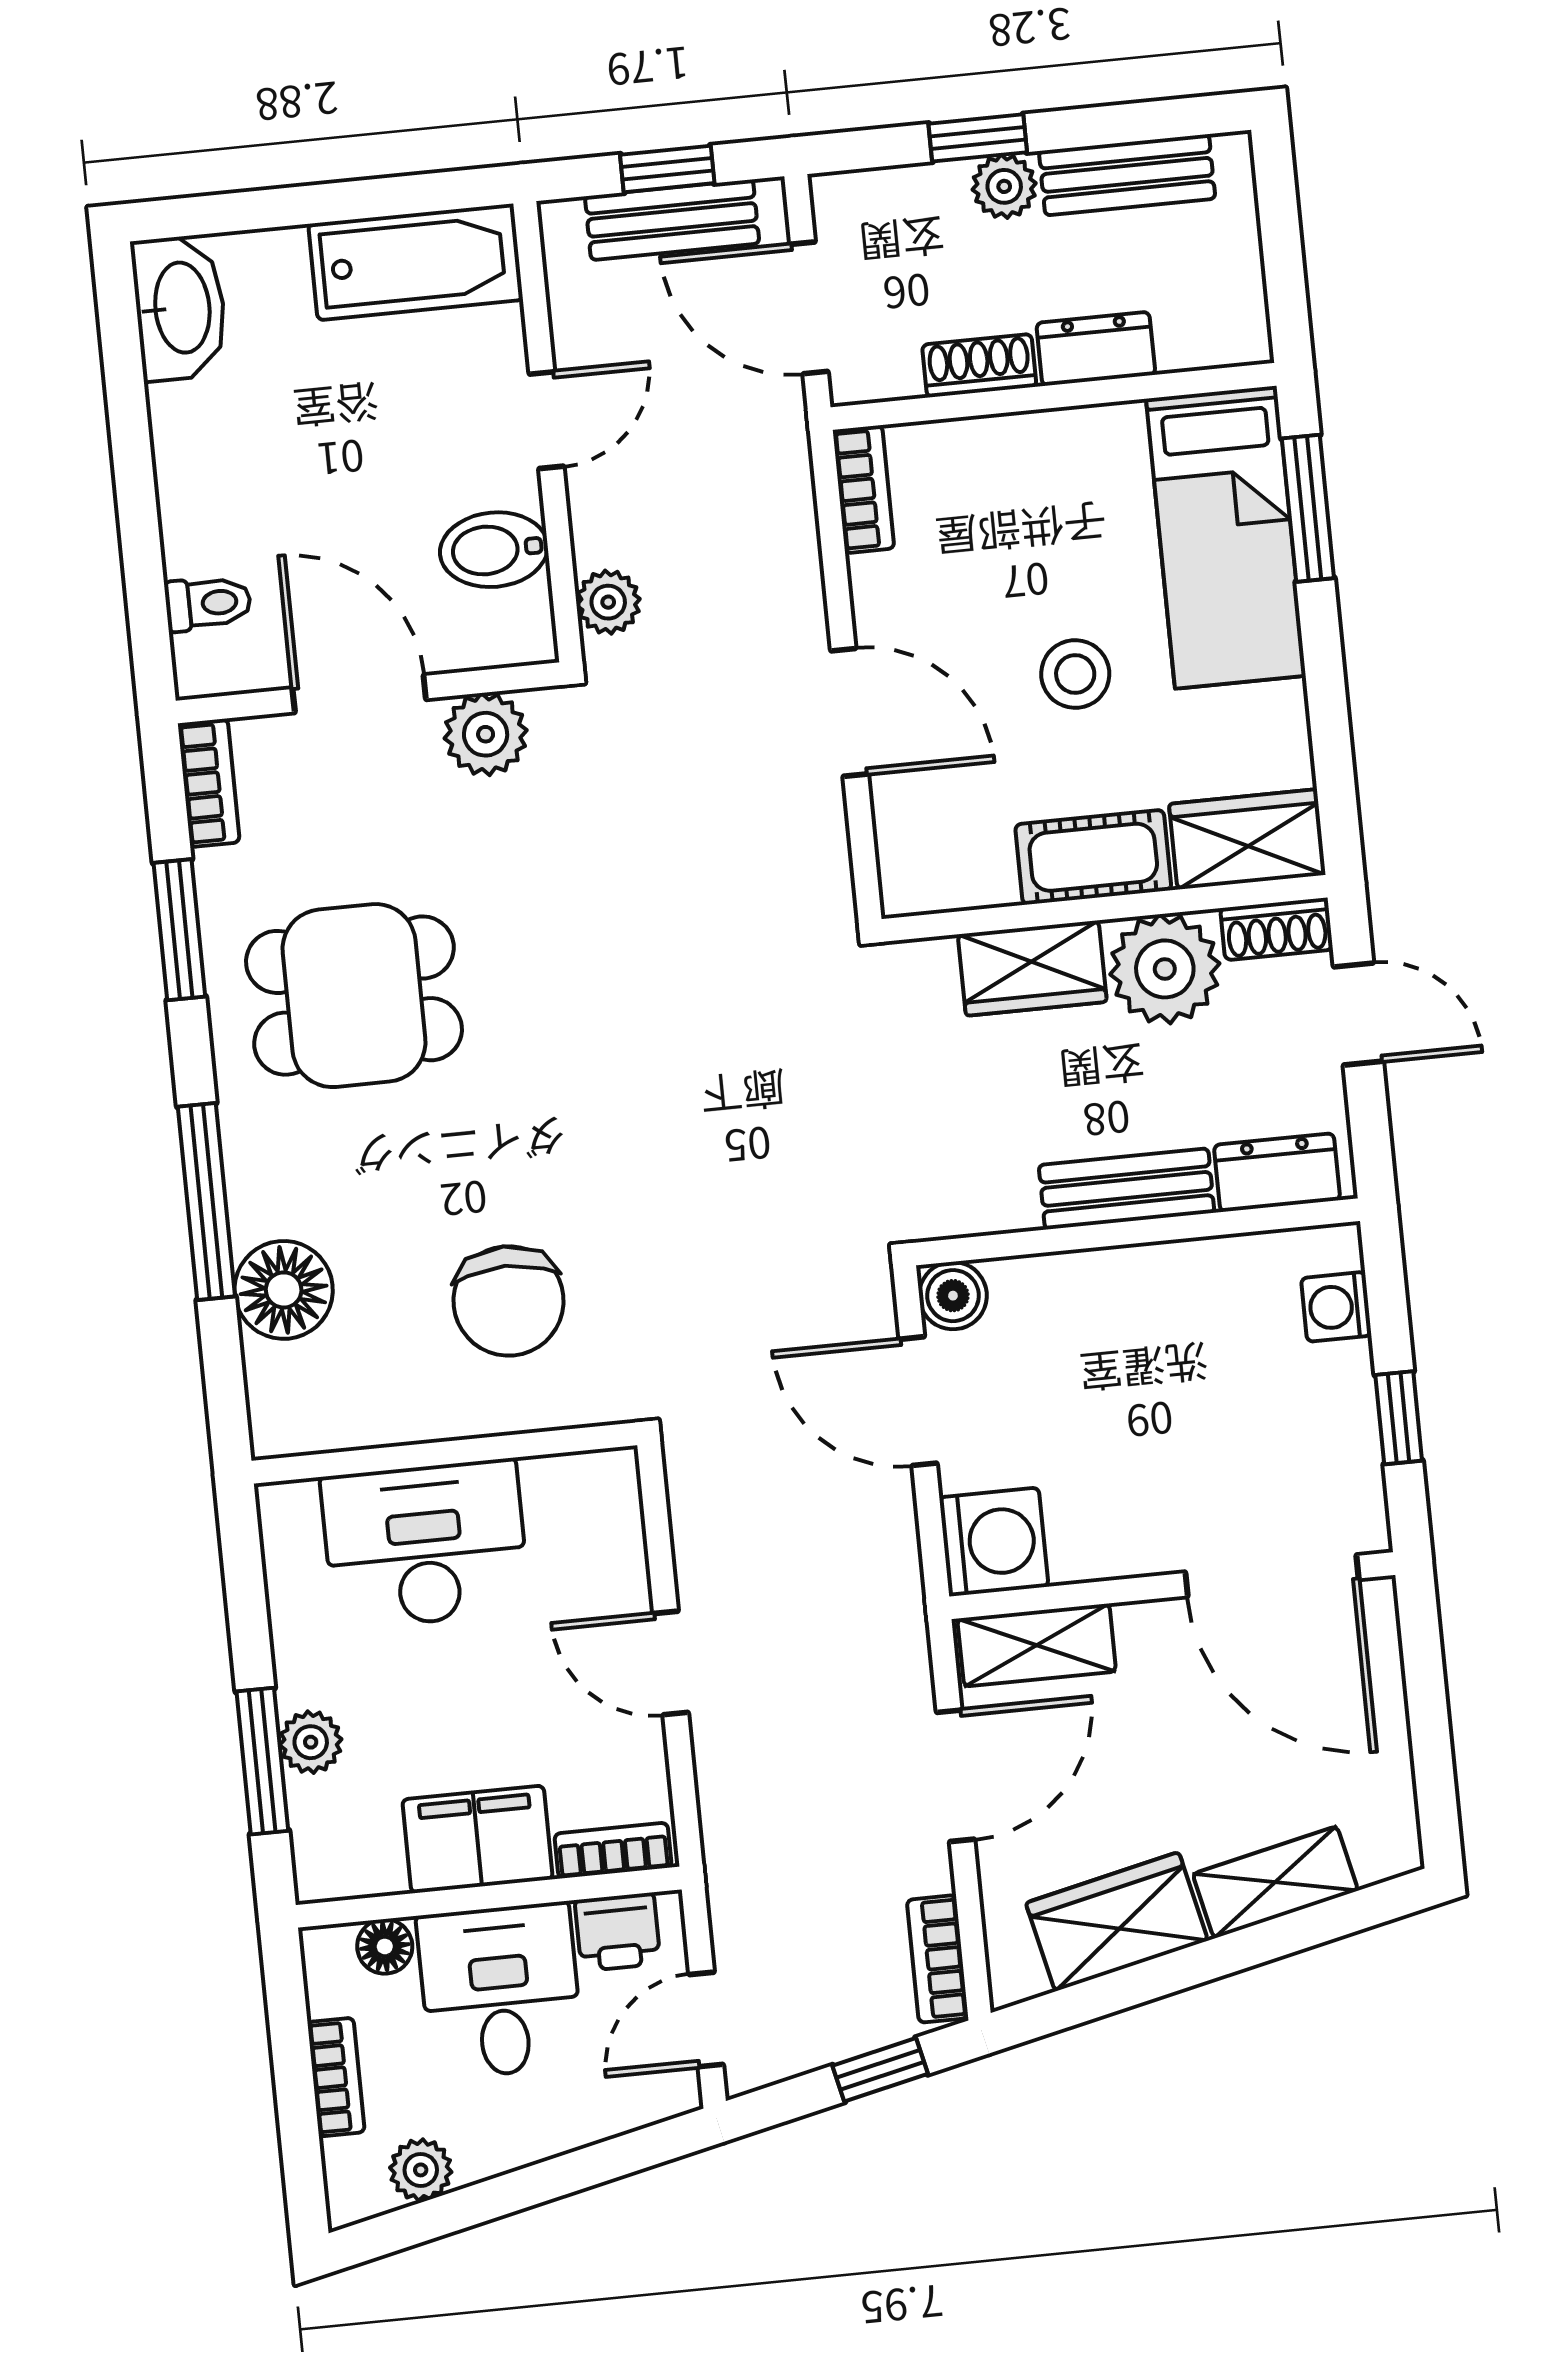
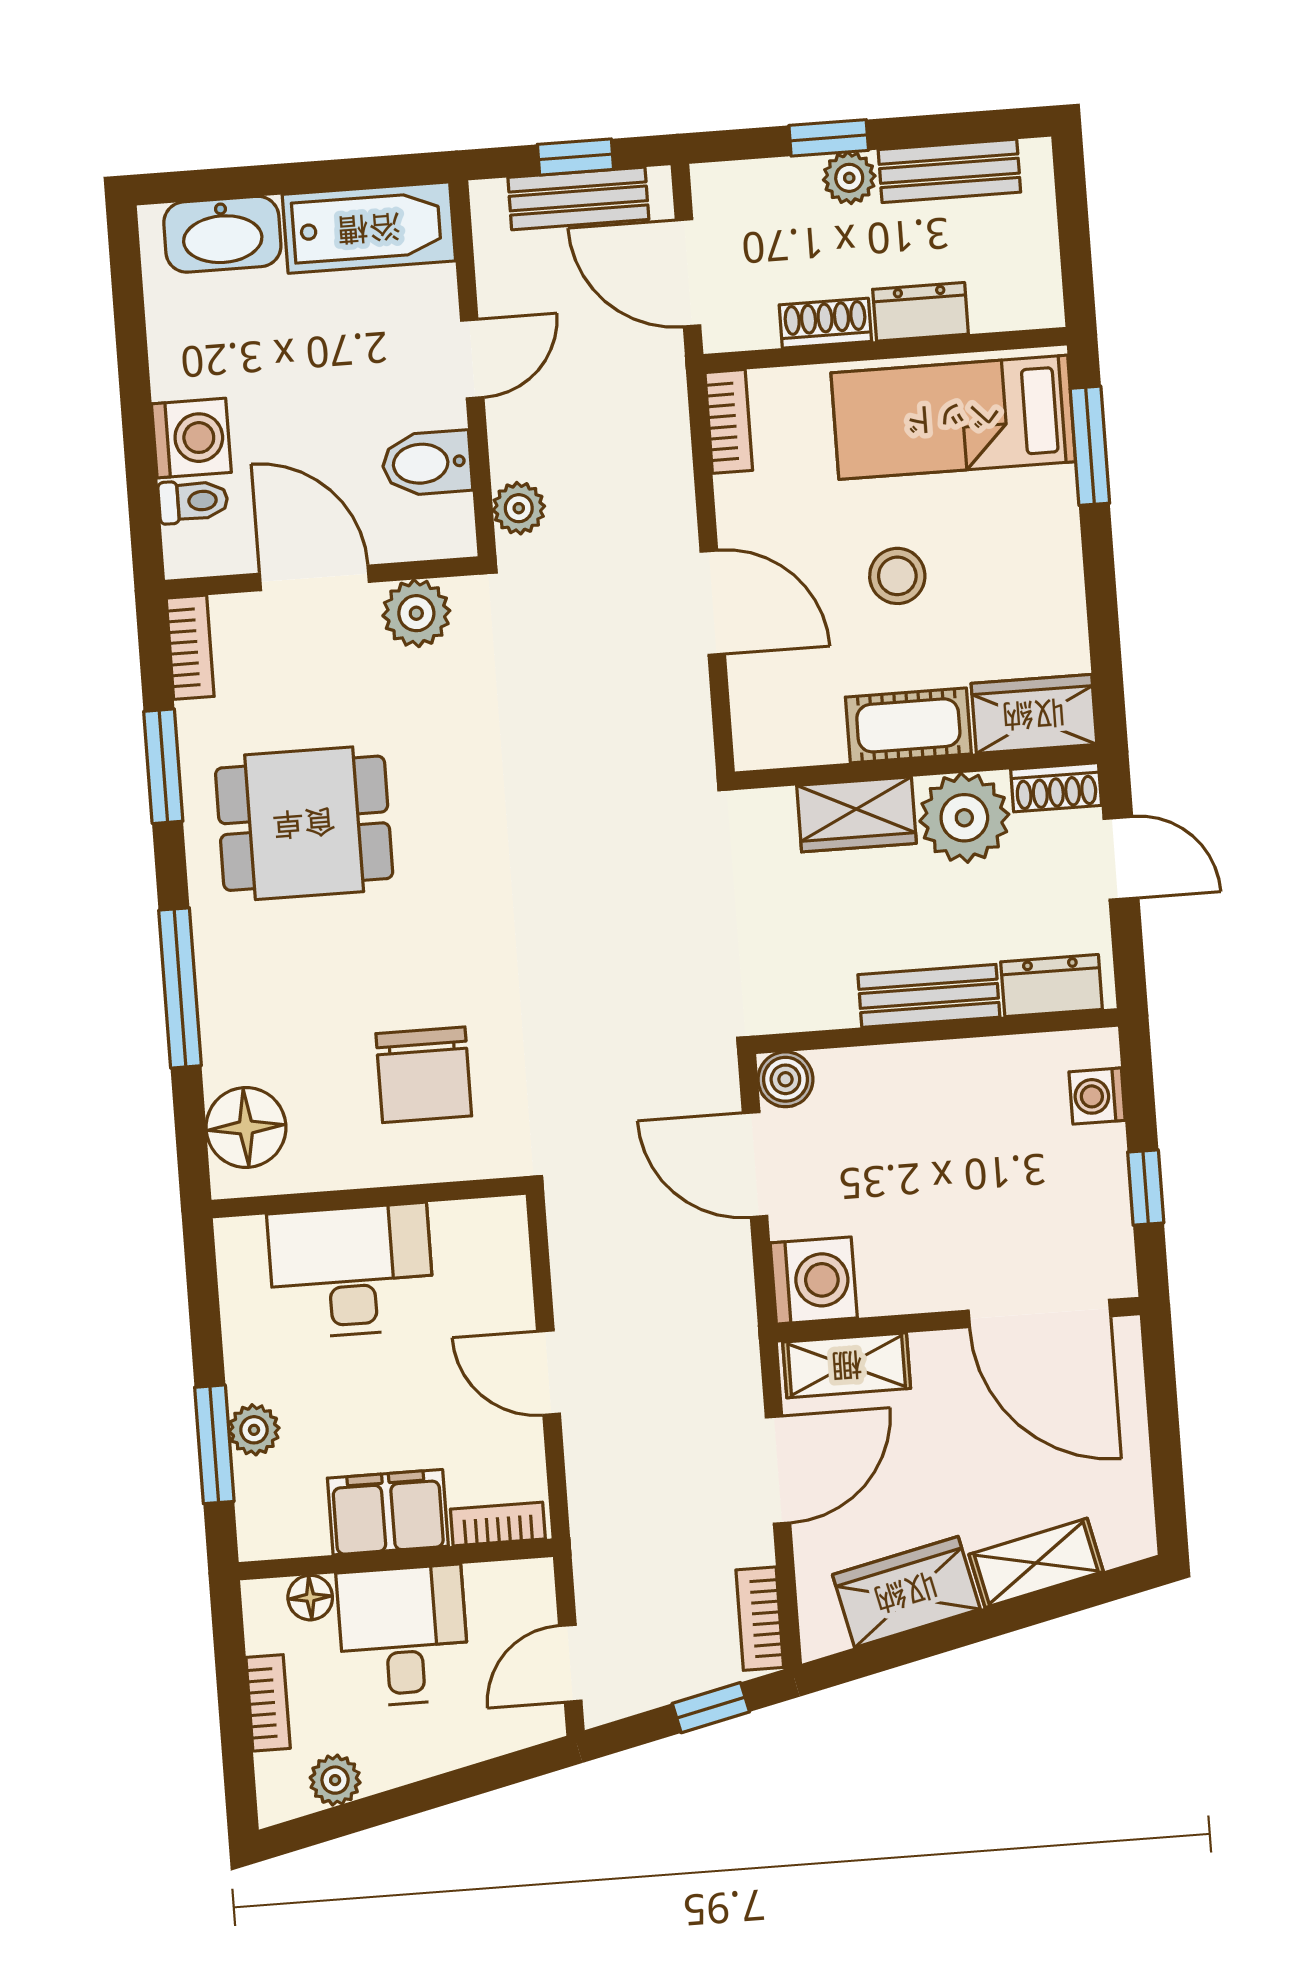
washbasin: (180, 308) -> (222, 234), moved, turned 90
washing machine: (204, 526) -> (191, 438), added
bed: (1226, 537) -> (953, 417), moved, turned 90
floor lamp: (284, 1290) -> (246, 1127), moved
printer: (618, 1932) -> (500, 1590), removed

